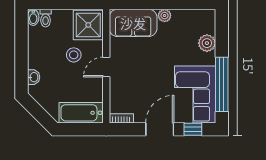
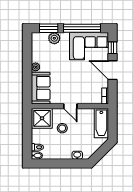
window: (222, 35) -> (49, 28), added

